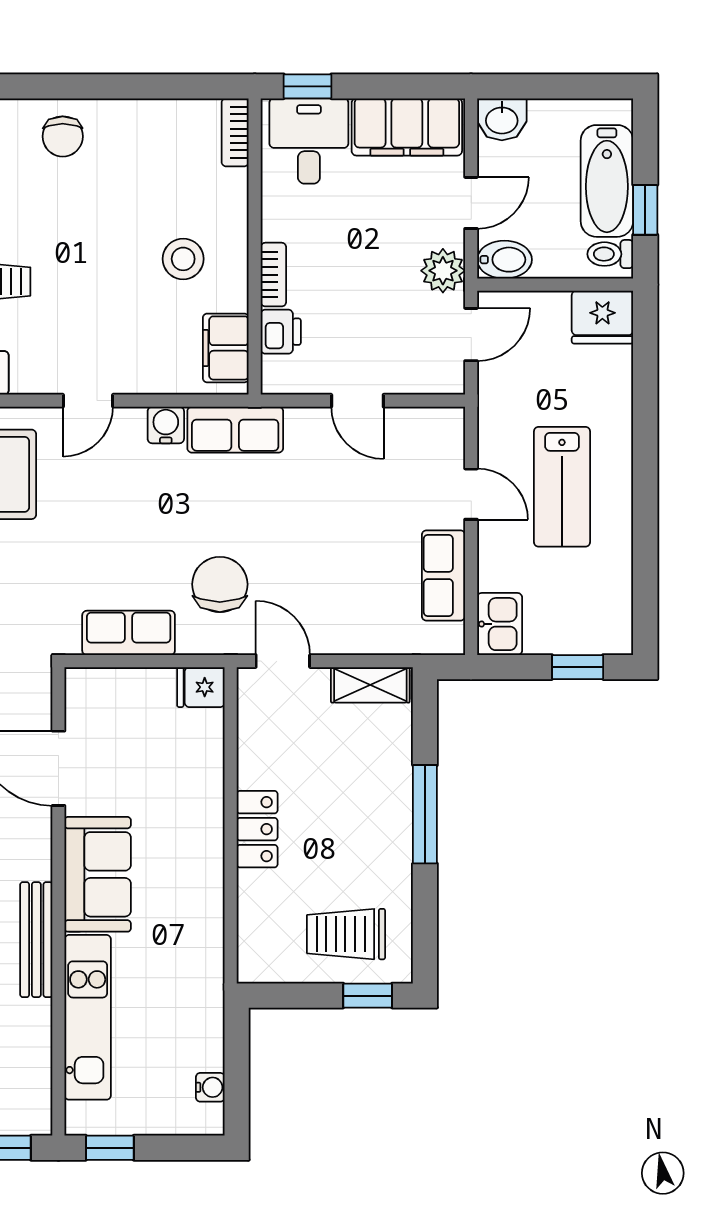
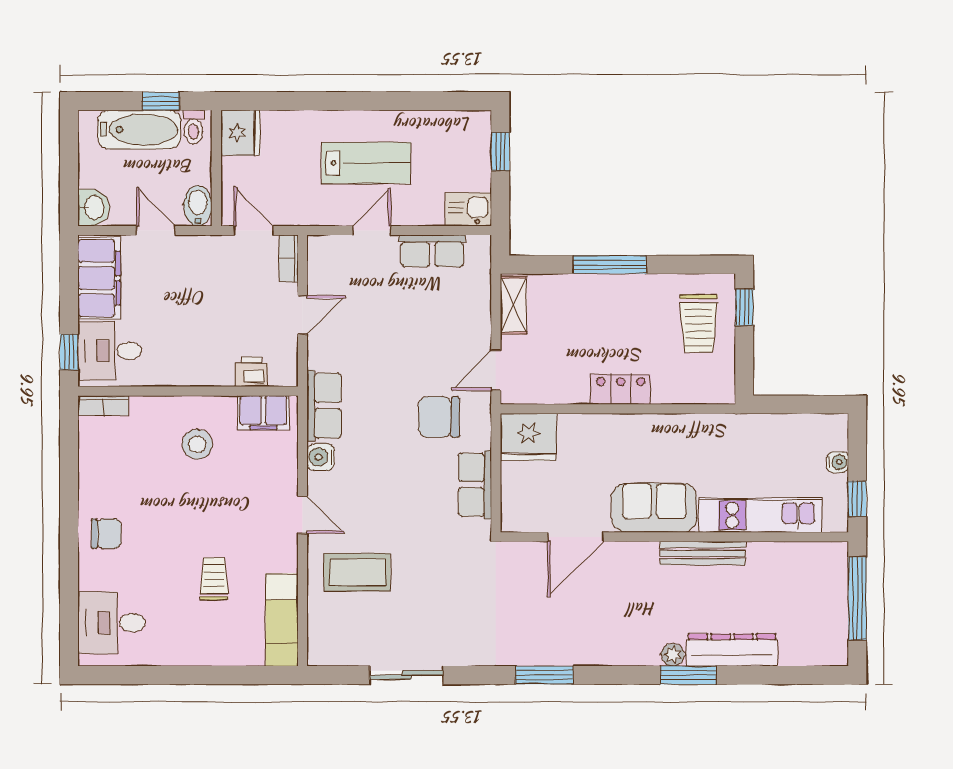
plant: (443, 271) -> (206, 251), removed
bookcase: (273, 275) -> (289, 259), moved, turned -90
fridge: (201, 687) -> (528, 437), width x1.88, depth x1.34
water cooler: (210, 1087) -> (838, 462), moved, turned 90

